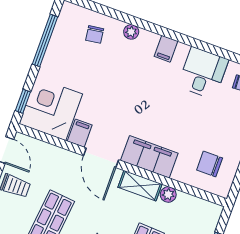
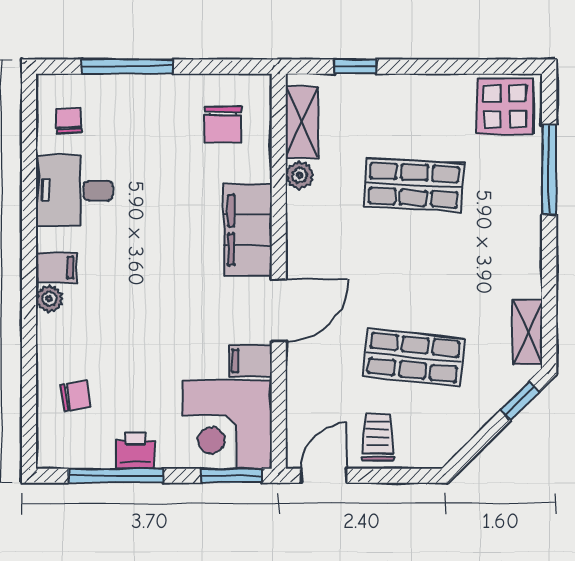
plant: (131, 32) -> (49, 299), moved
printer: (54, 55) -> (135, 451), added
window: (23, 101) -> (232, 476), width x1.50
shelving: (140, 186) -> (302, 122), moved

